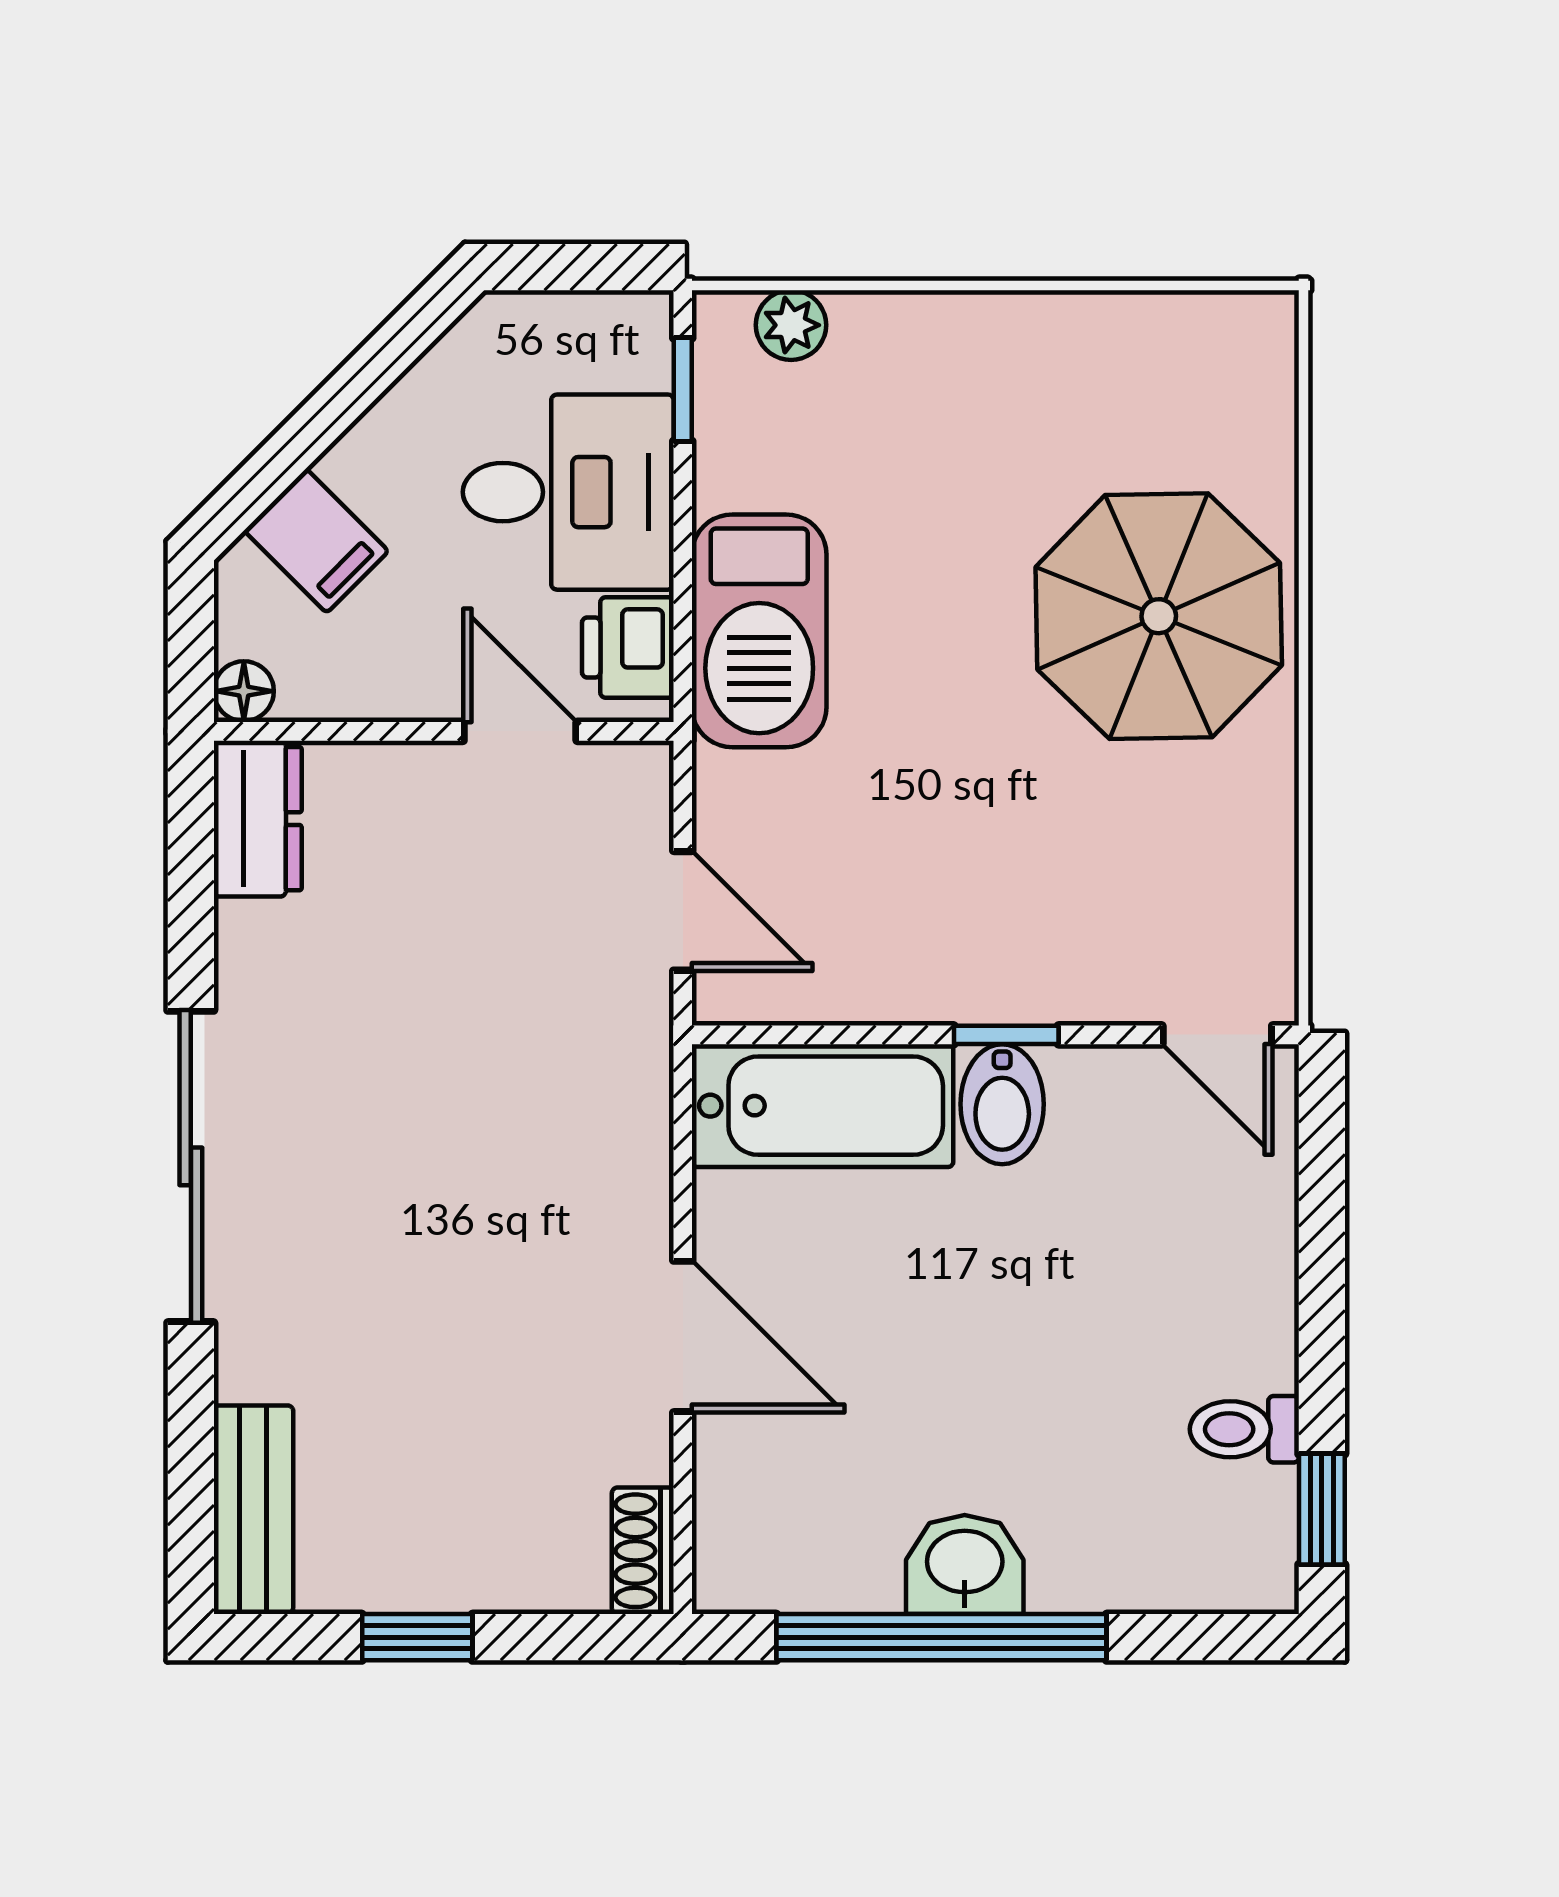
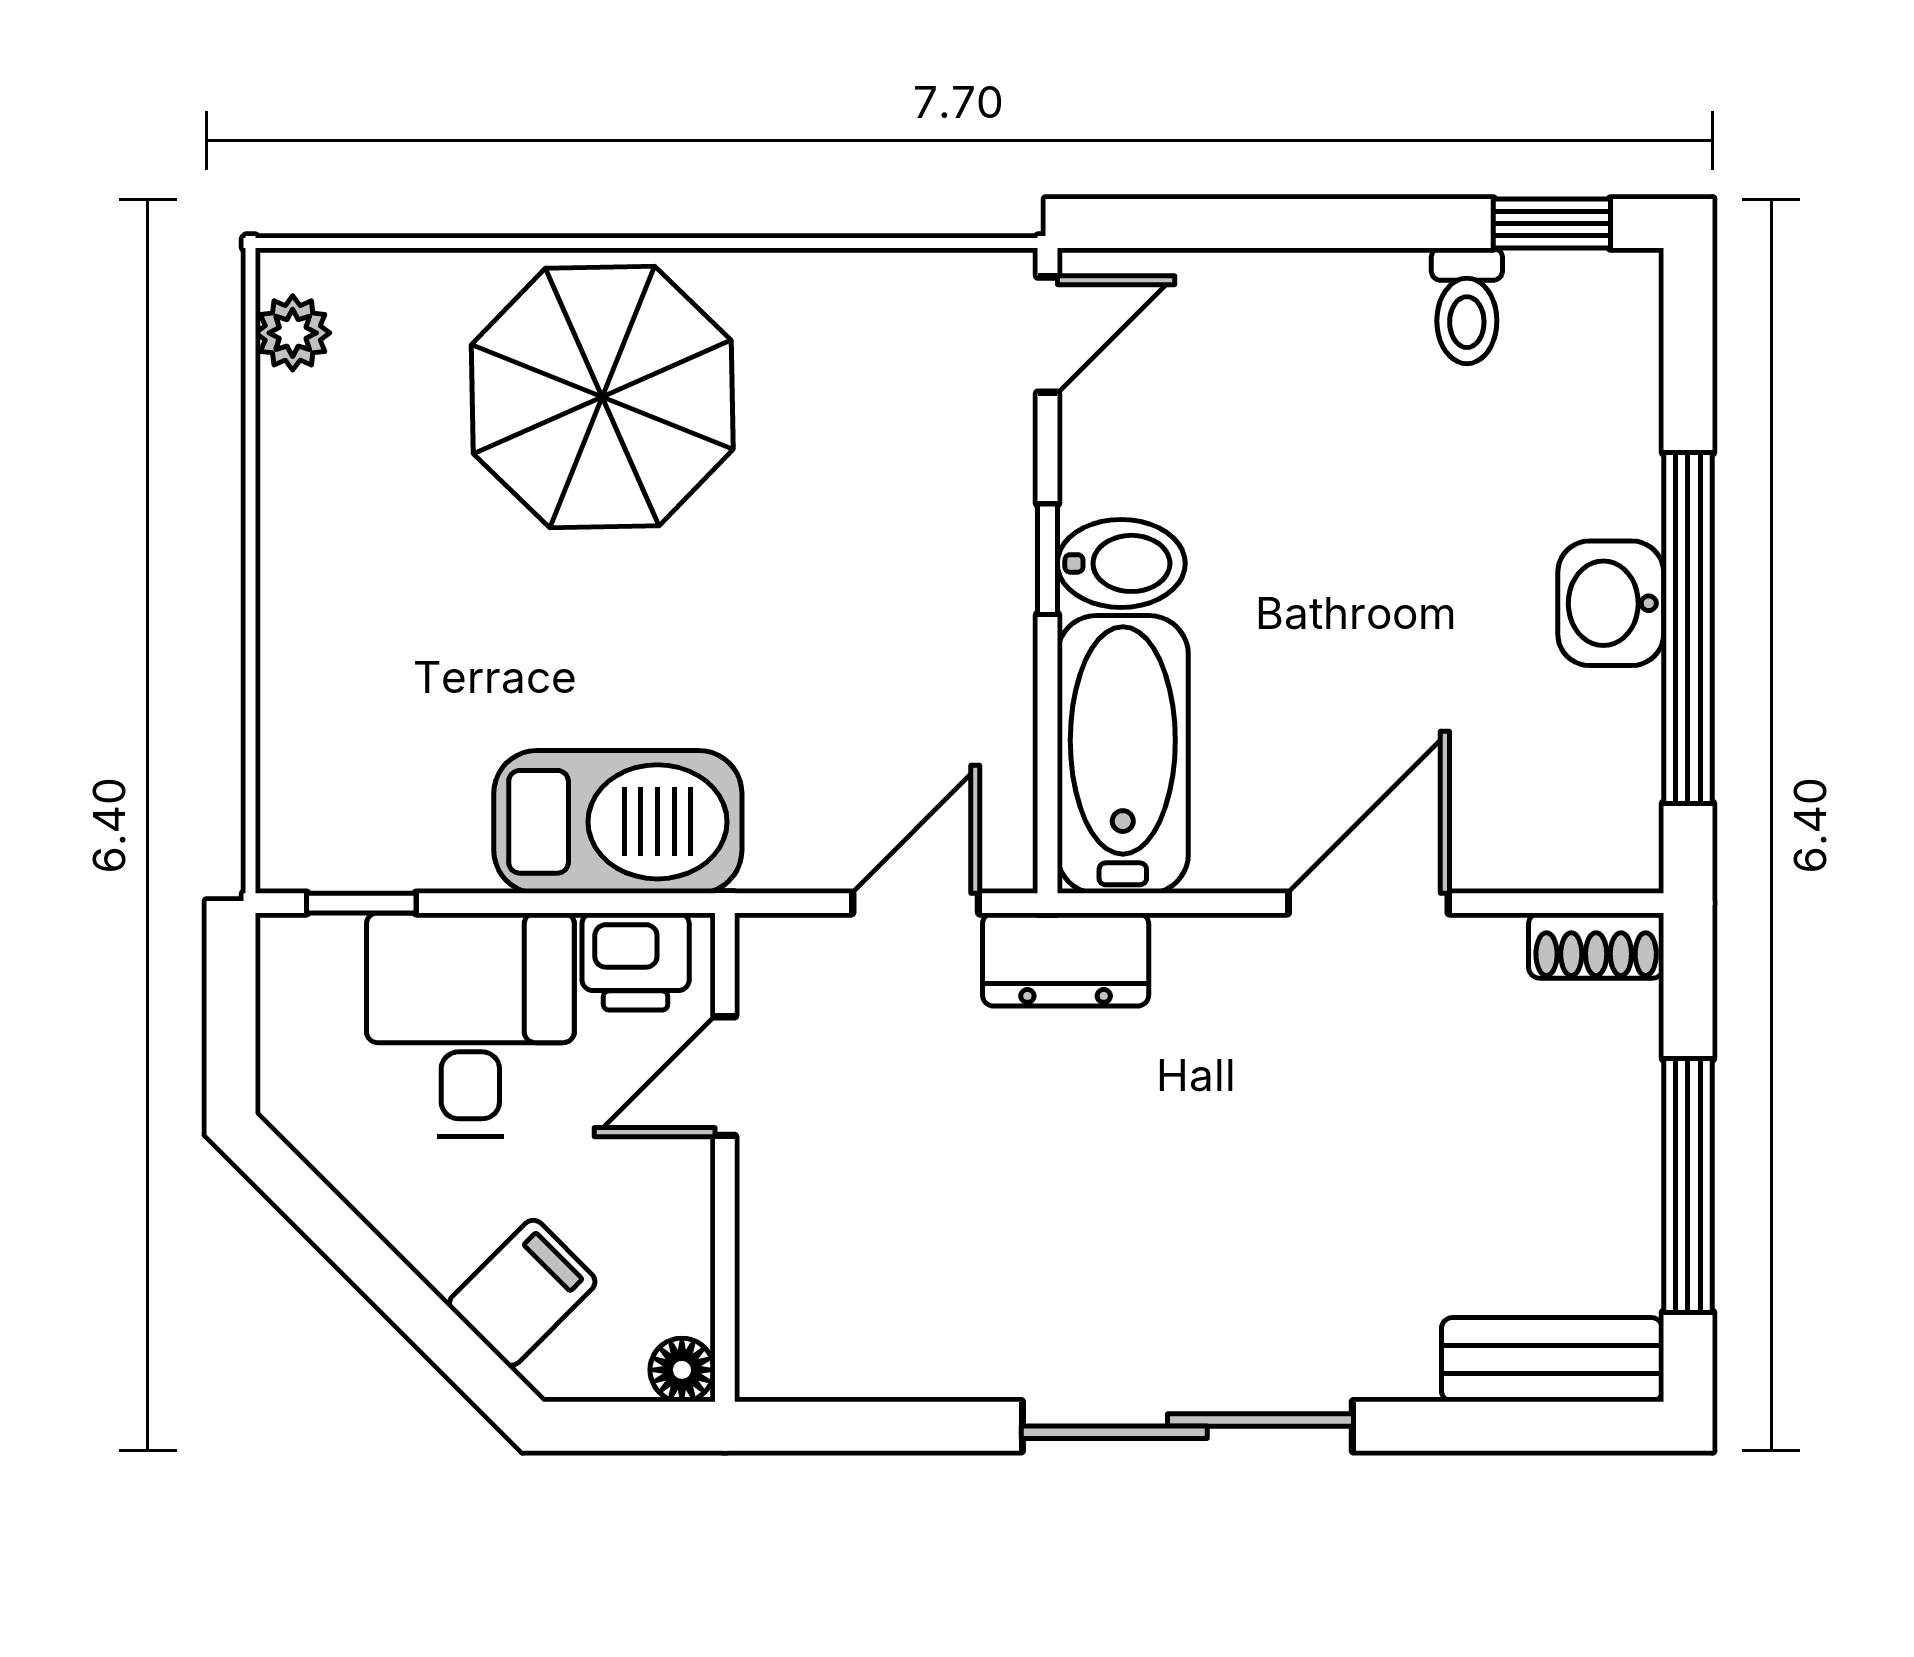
plant: (791, 325) -> (293, 333), moved
dresser: (258, 819) -> (1066, 960), moved, turned 180
window: (417, 1637) -> (1688, 1185), width x2.17

